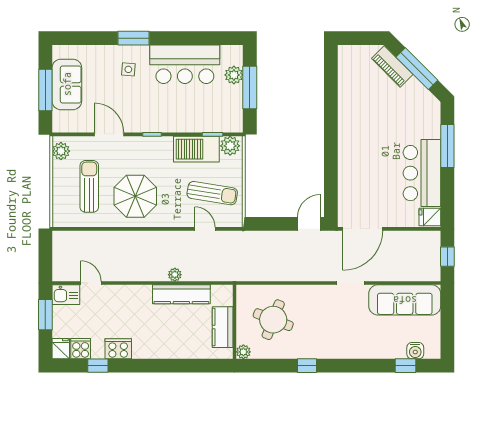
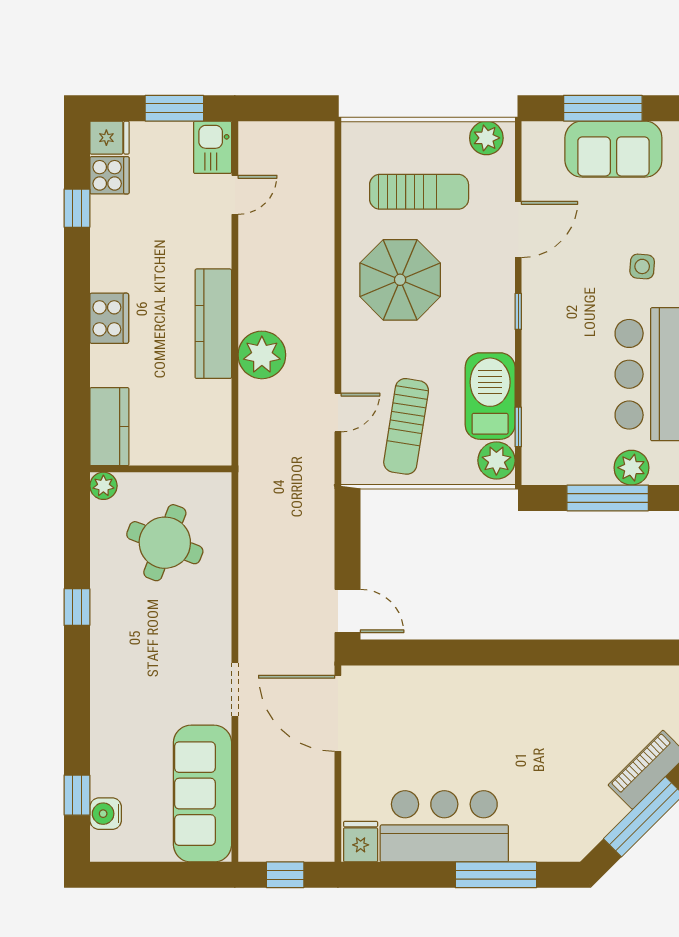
plant: (175, 275) -> (262, 355), width x1.88, depth x1.88
kitchen counter: (181, 294) -> (213, 324), moved
kitchen counter: (223, 327) -> (109, 427), moved, turned 90
cooker: (118, 349) -> (109, 318), moved

